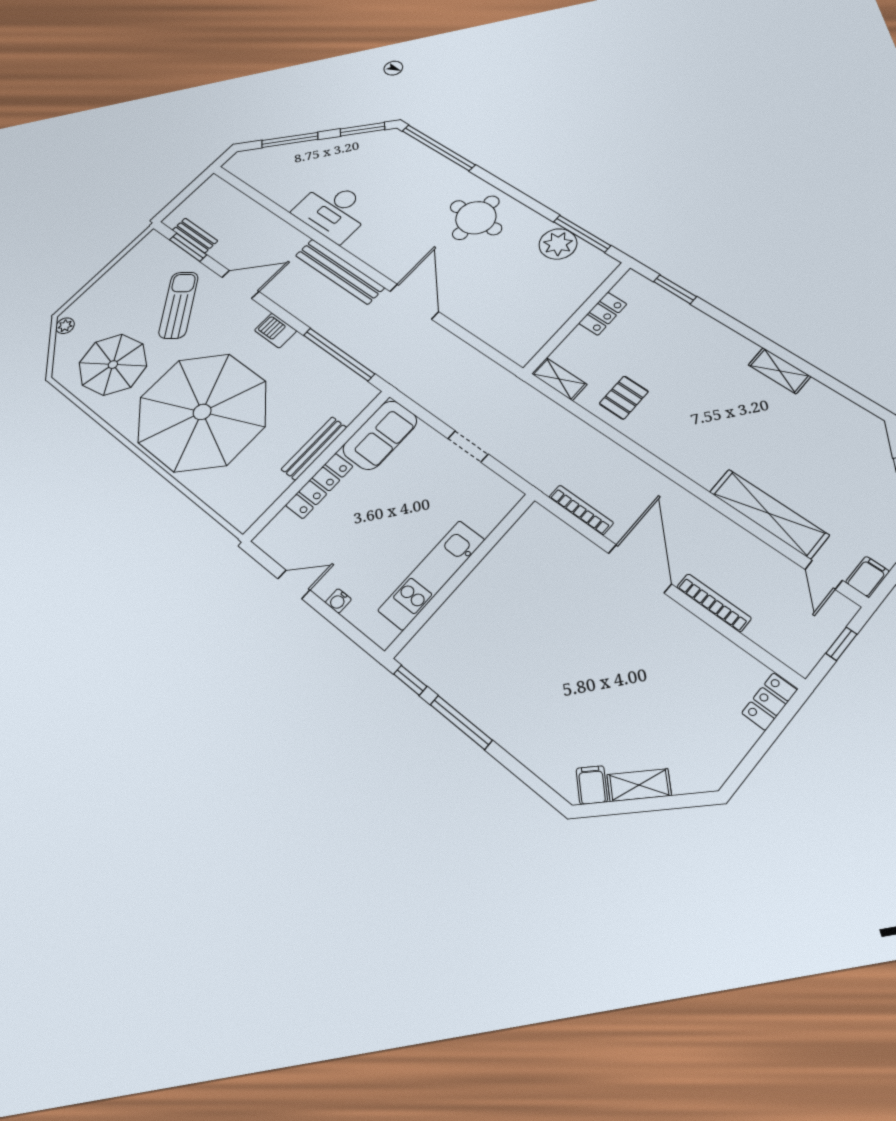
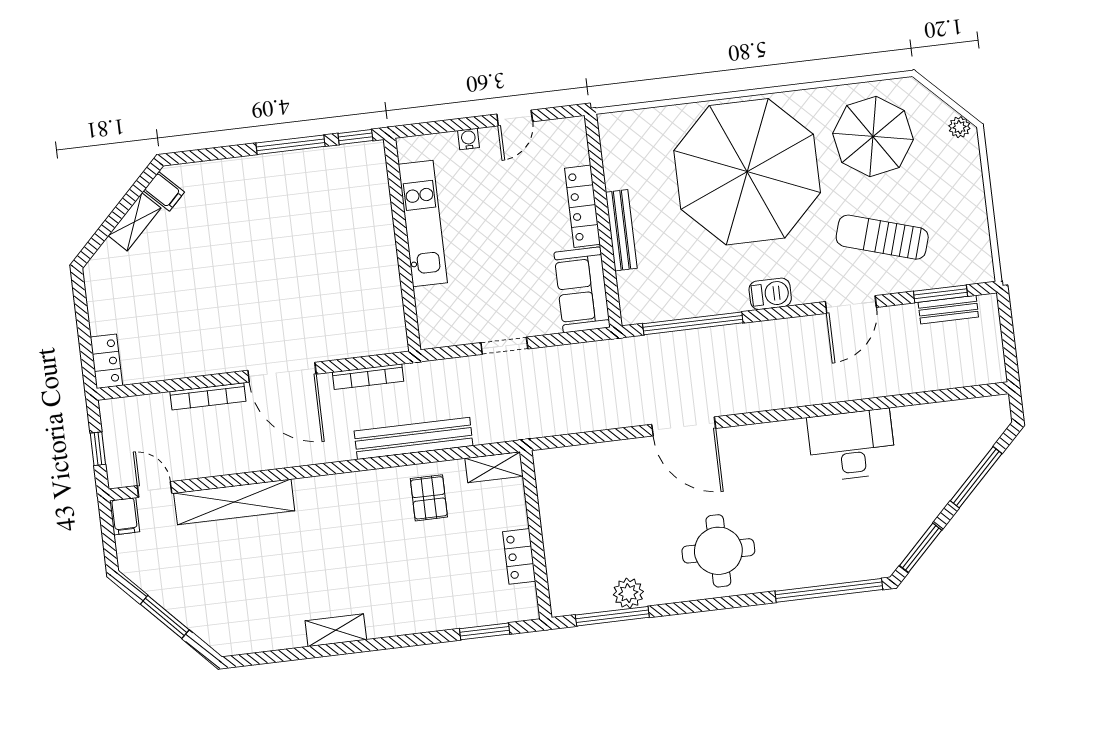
plant: (558, 244) -> (628, 593), width x0.73, depth x0.73
bench: (340, 271) -> (414, 438), moved
sun lounger: (179, 305) -> (882, 237), turned 143

